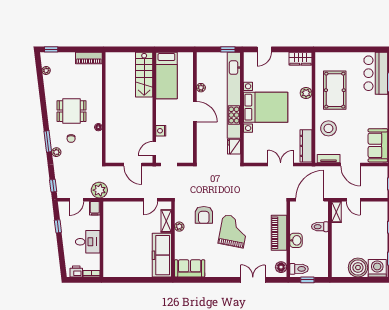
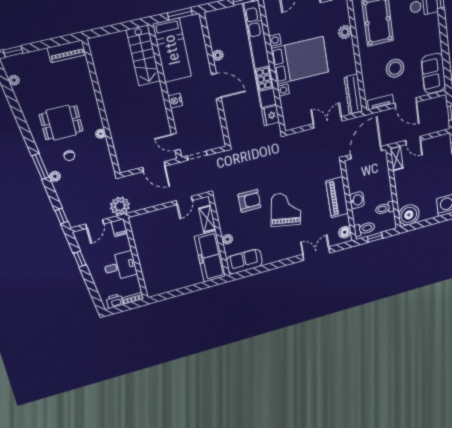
window: (178, 49) -> (180, 14), added
stool: (328, 128) -> (395, 68), moved
nightstand: (161, 131) -> (175, 101), moved
door: (154, 149) -> (176, 142), hinge flipped
armchair: (204, 215) -> (249, 201), turned -90
plant: (179, 227) -> (227, 239), moved
toilet: (320, 227) -> (385, 208), moved
boiler: (358, 268) -> (409, 215), moved

